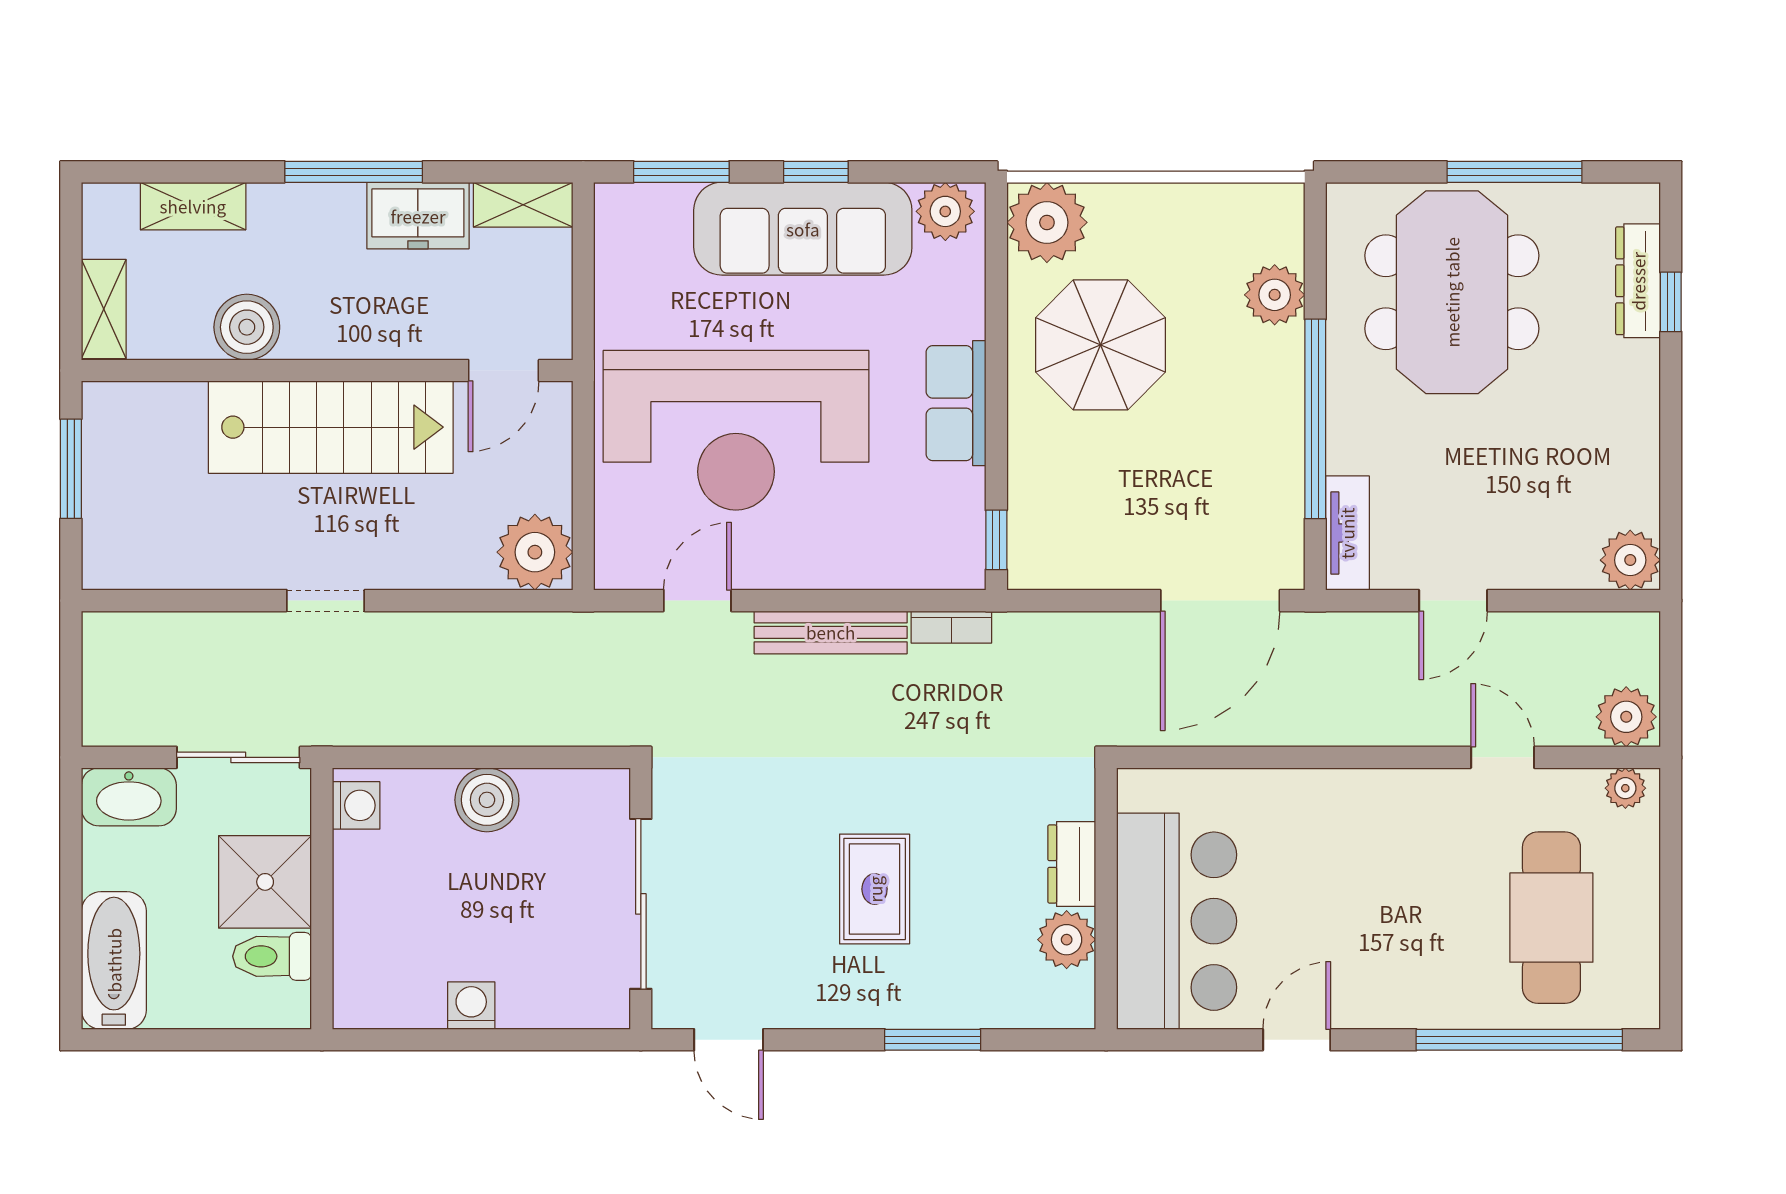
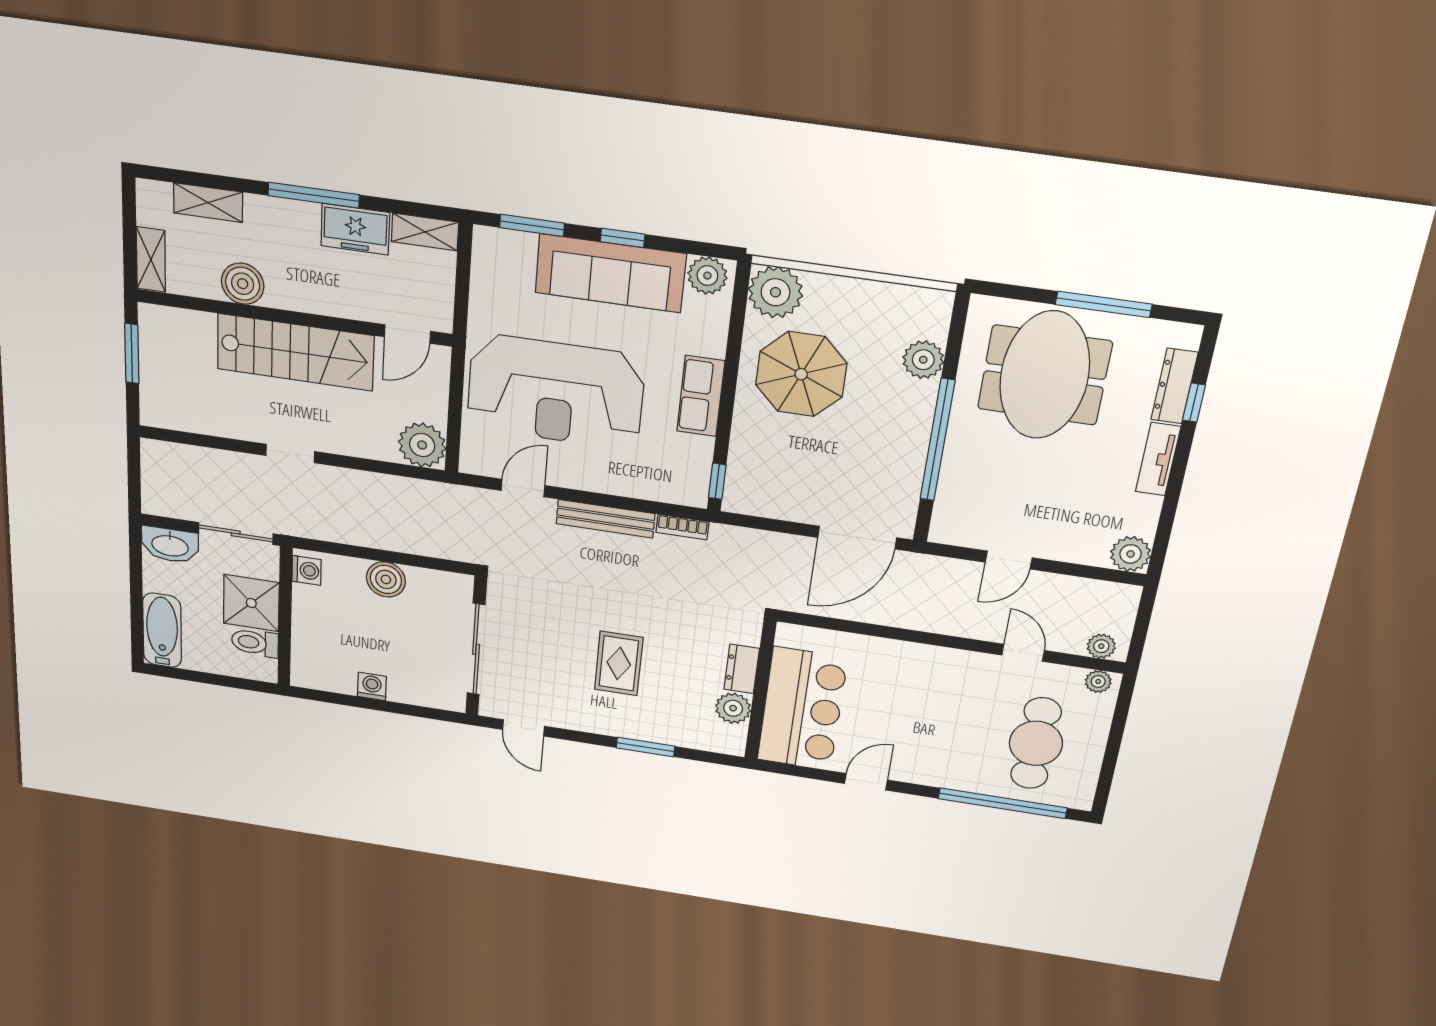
tv unit: (1347, 533) -> (1158, 459), moved, turned 180
plant: (1626, 717) -> (1101, 646), width x0.73, depth x0.73

